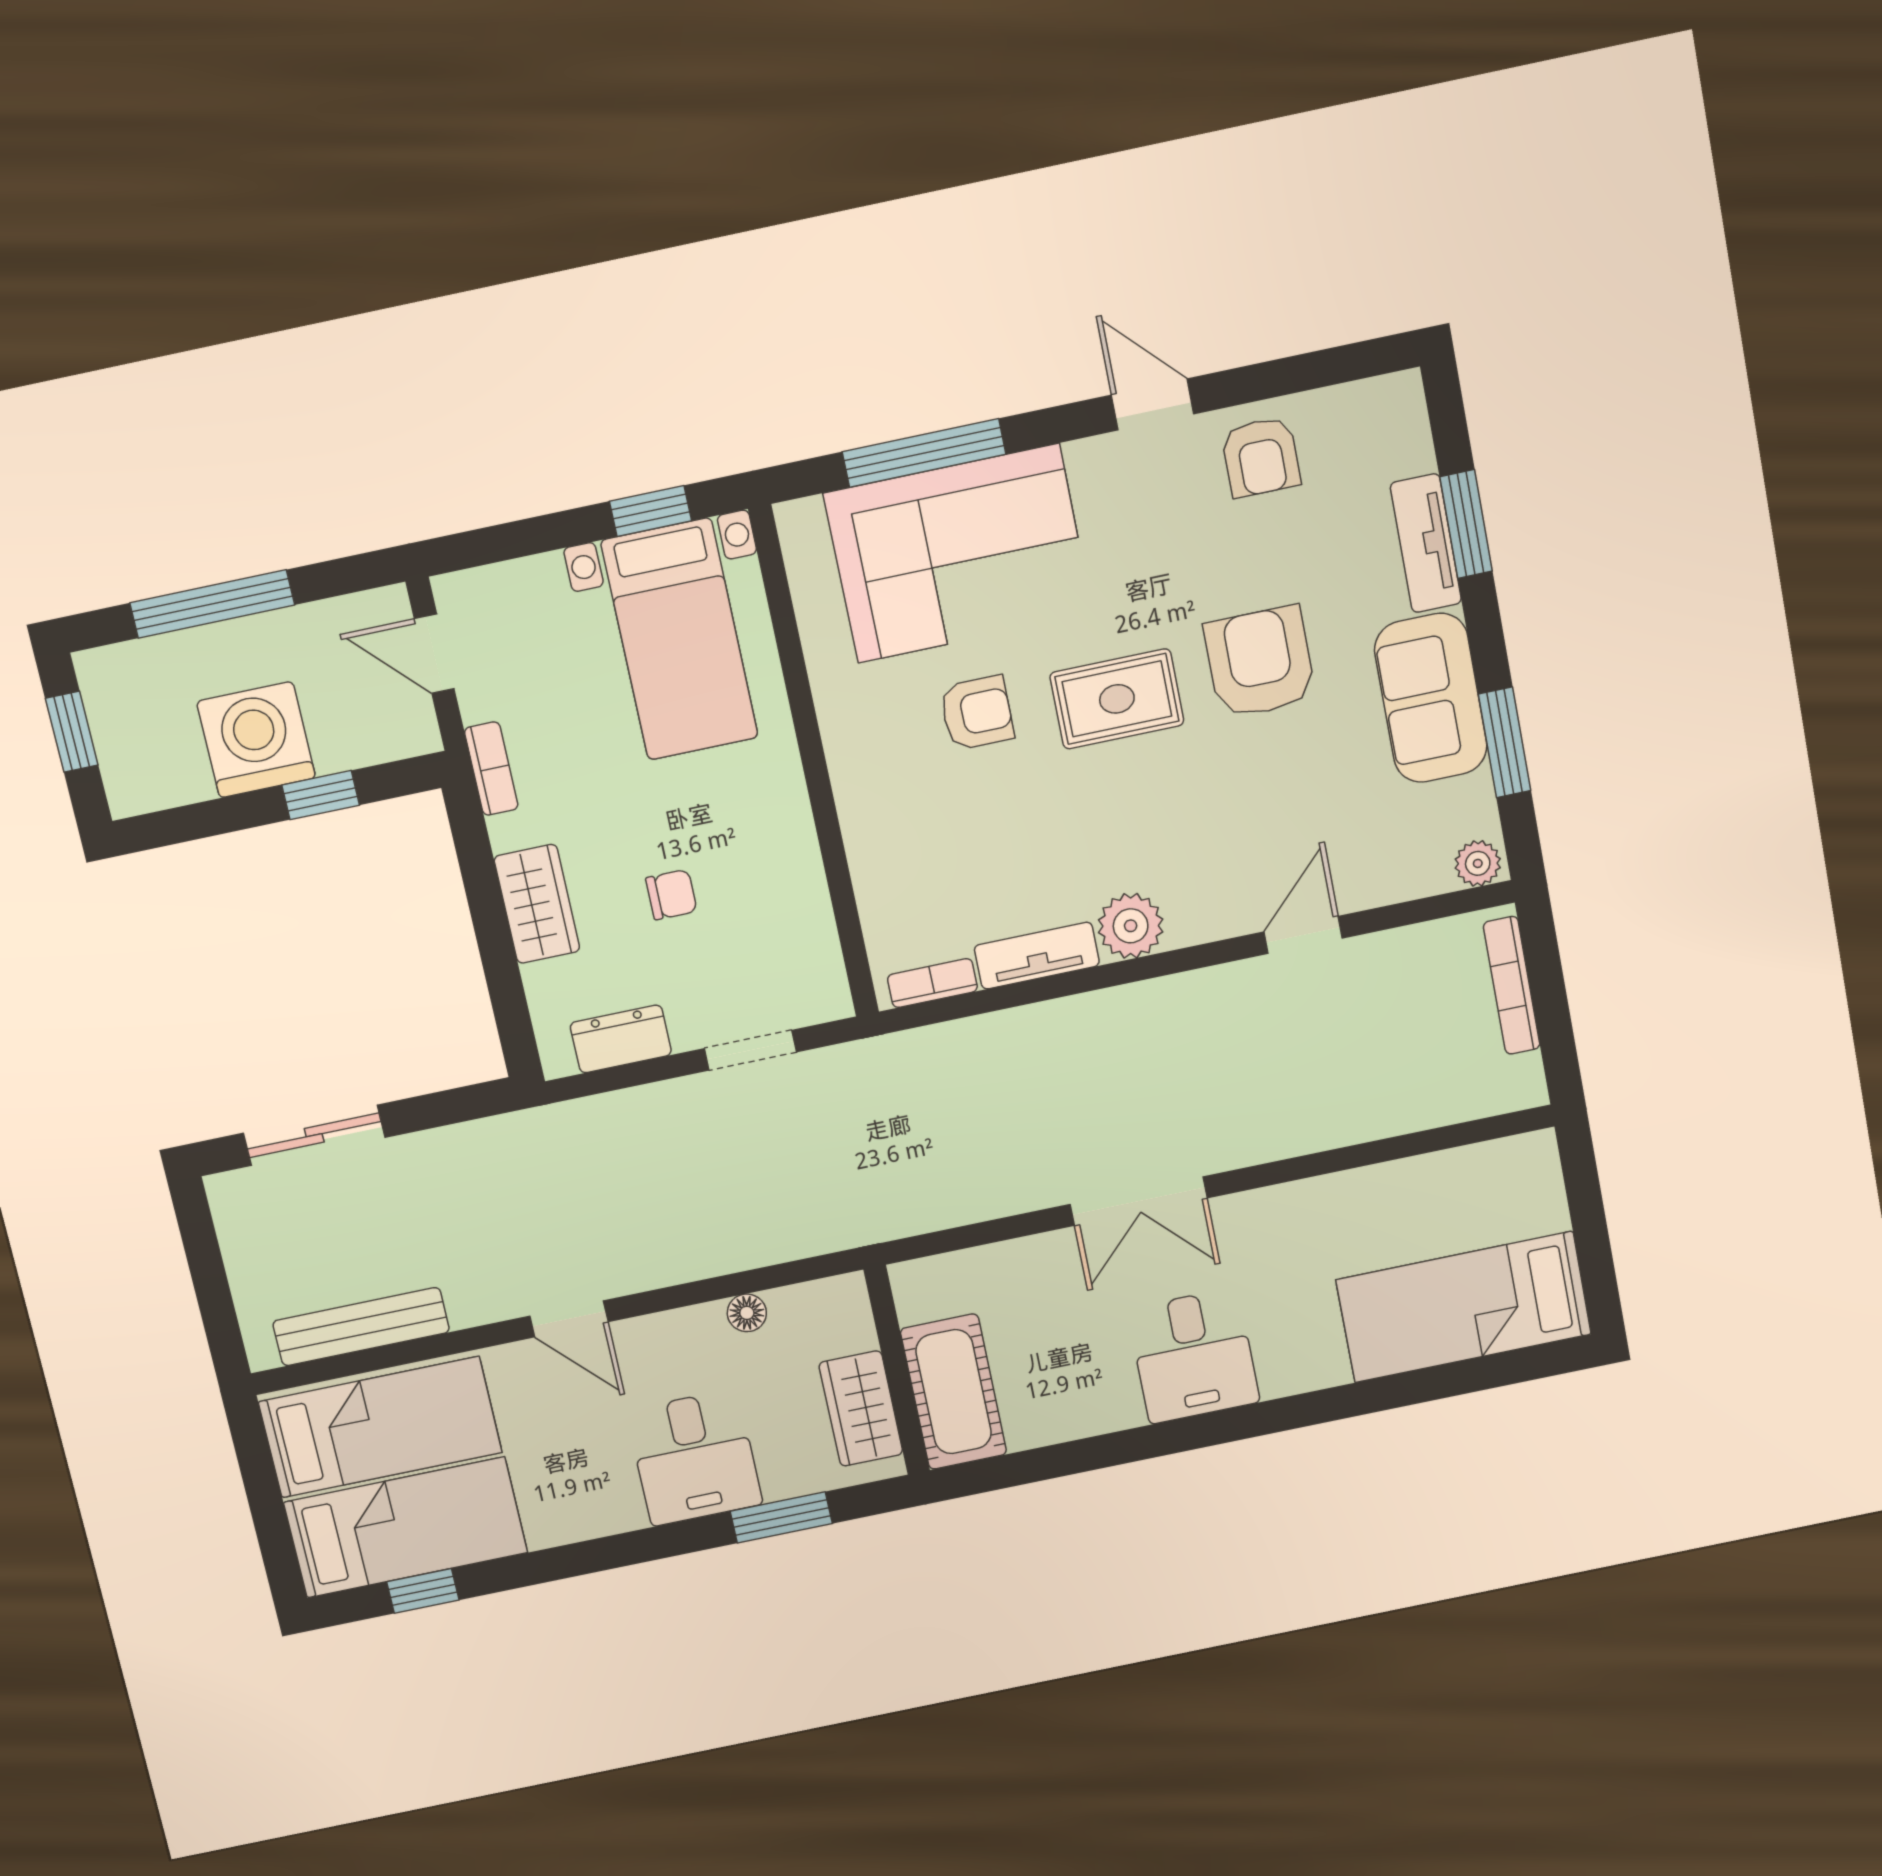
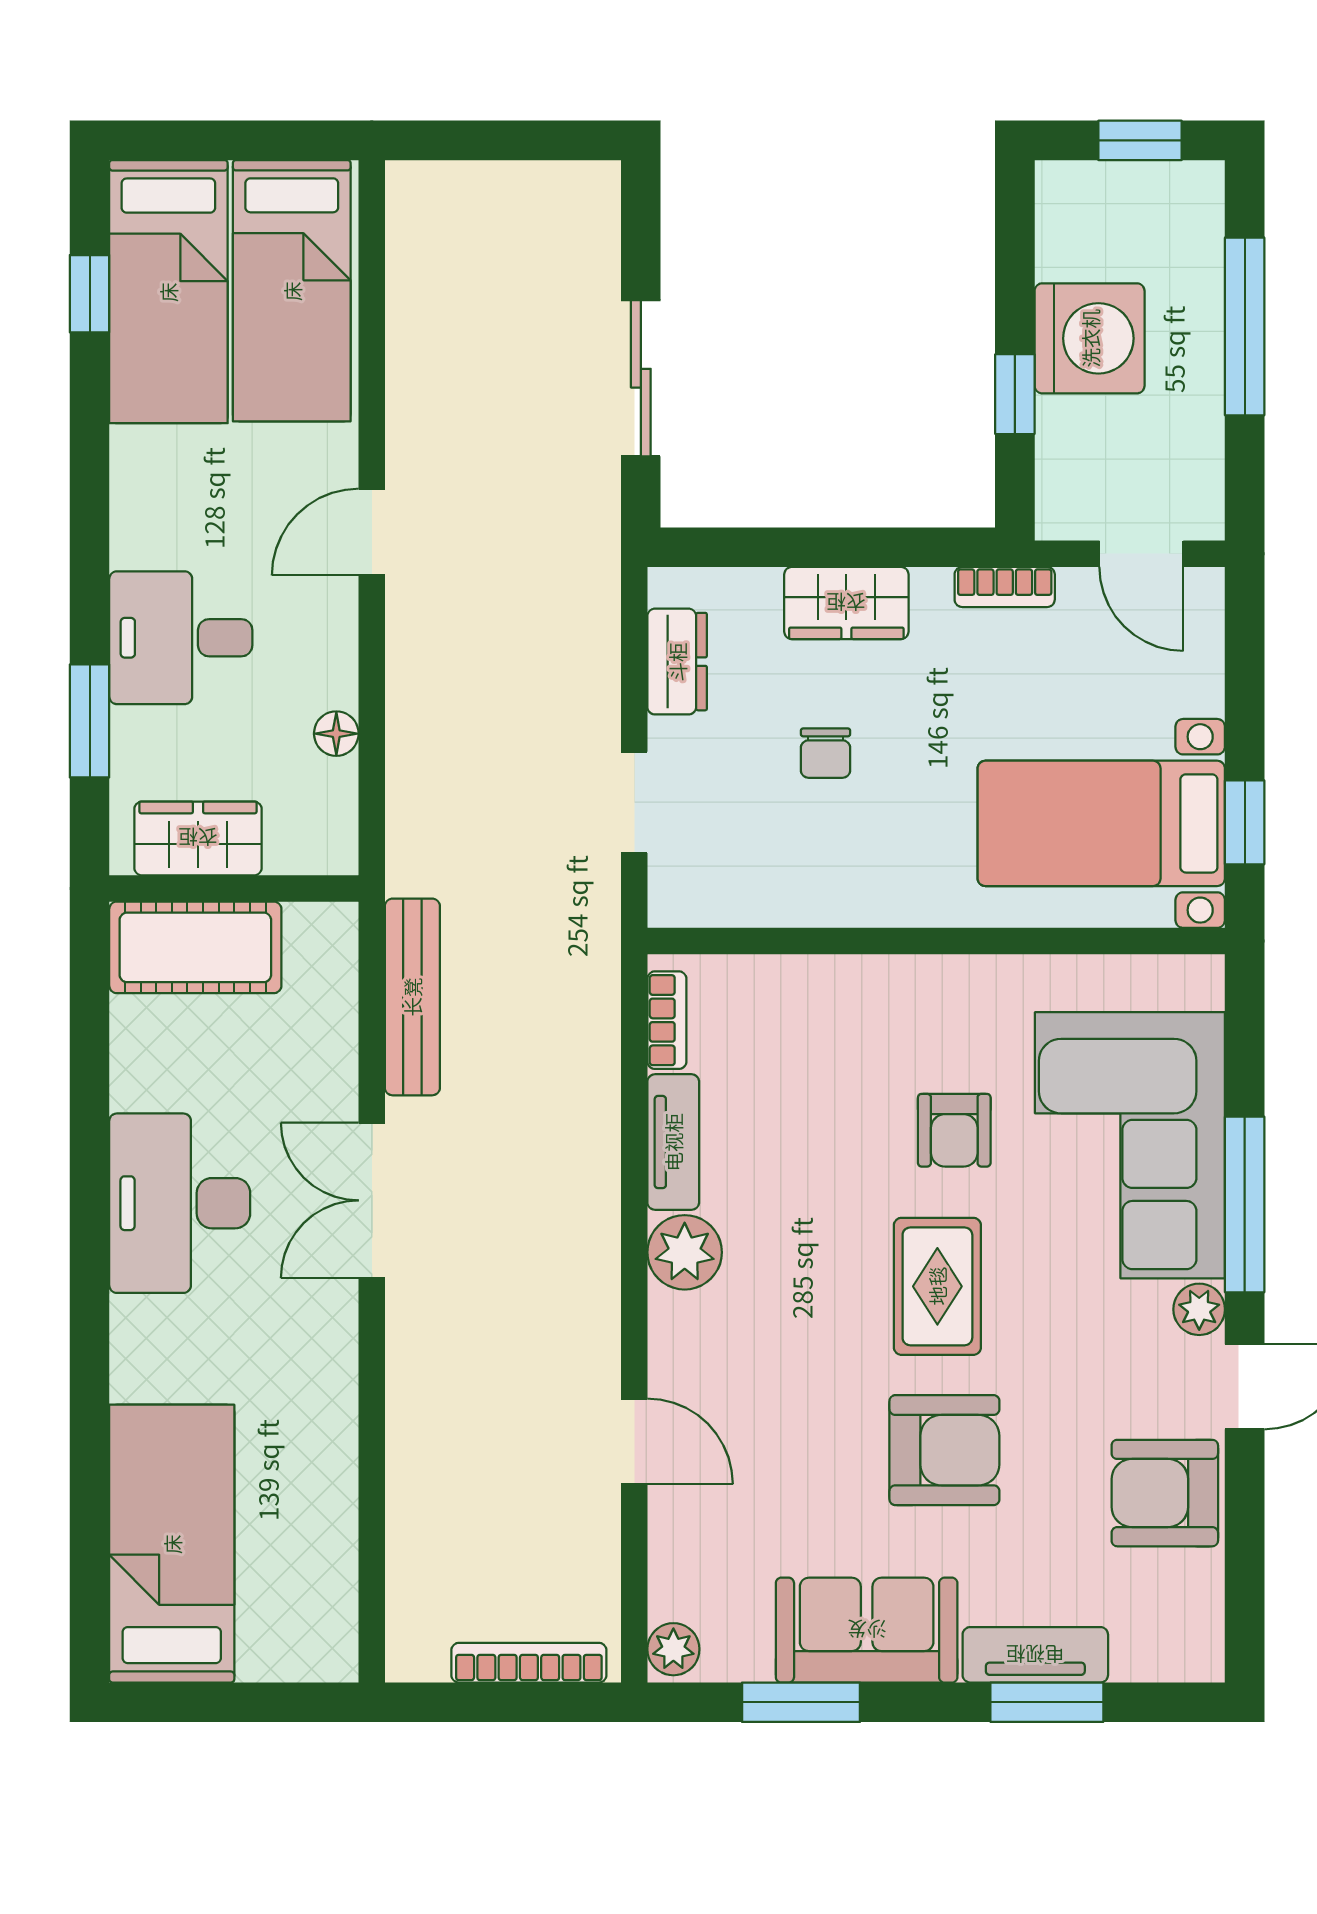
window: (924, 453) -> (1245, 1204), moved
armchair: (1261, 457) -> (1165, 1493), width x1.38, depth x1.38
plant: (1091, 460) -> (1199, 1309), added
door: (434, 654) -> (1141, 554), swing flipped
sliding door: (314, 1135) -> (641, 378), moved
bench: (361, 1327) -> (412, 997), moved
desk: (1194, 1356) -> (180, 1203), width x1.37

